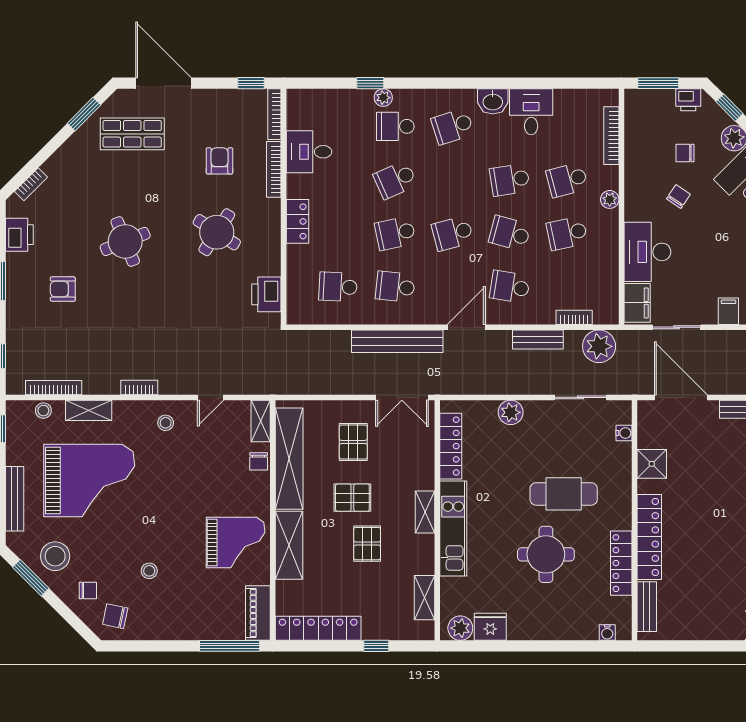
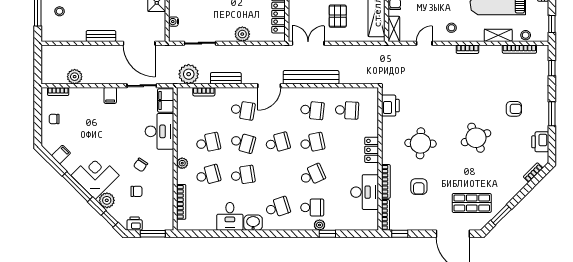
desk: (309, 152) -> (365, 192), width x1.37
round table: (217, 232) -> (420, 143), turned -31

